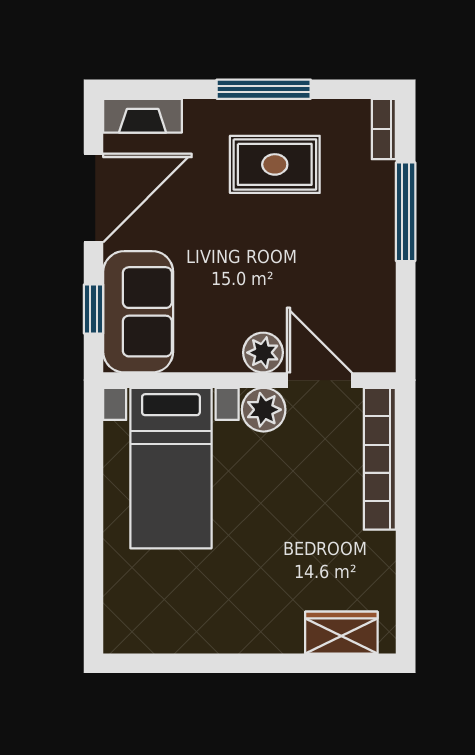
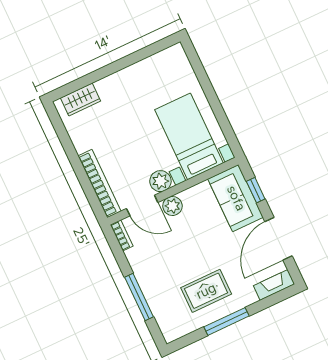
bookcase: (384, 129) -> (122, 235), moved

